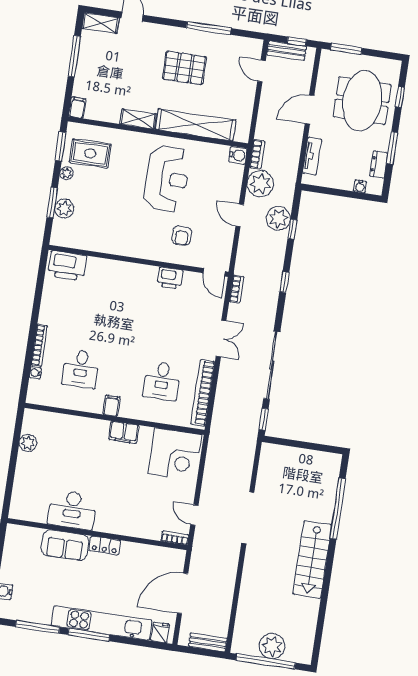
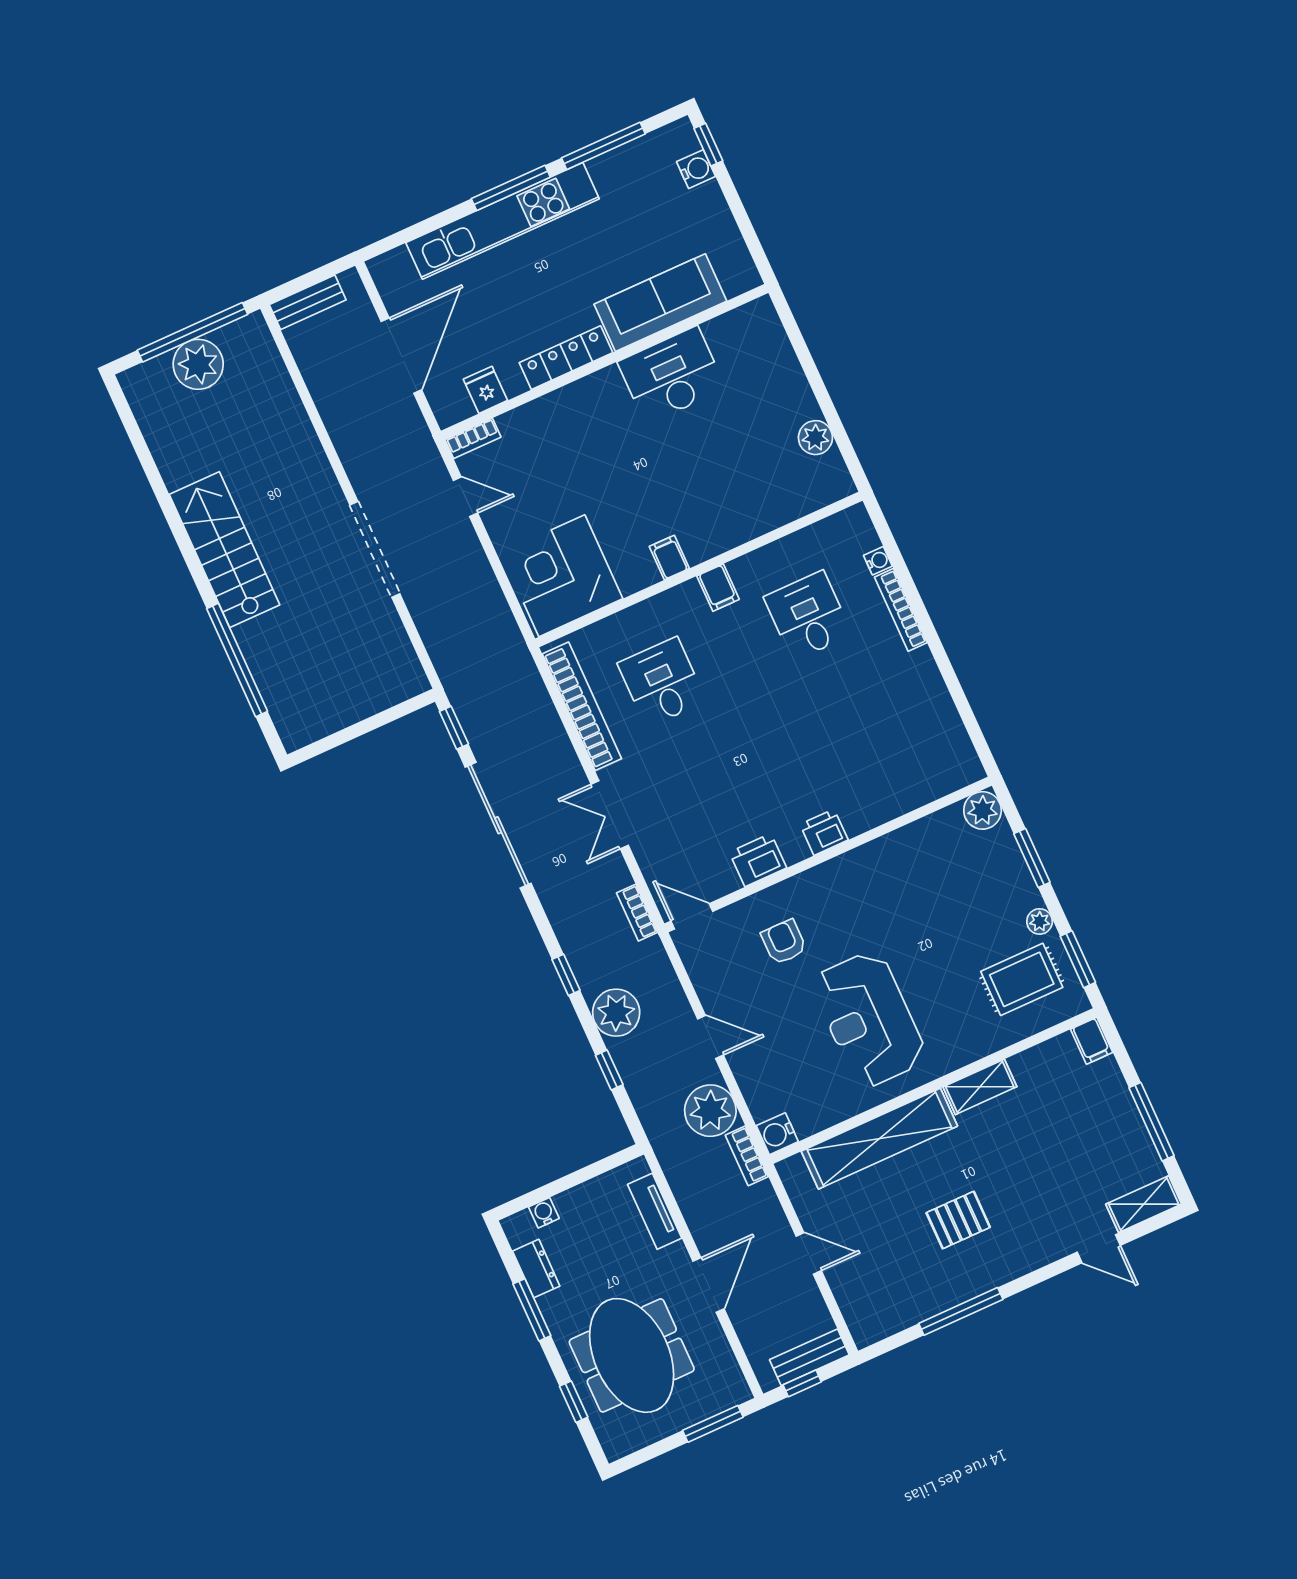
pallet: (184, 68) -> (958, 1220), width x0.67, depth x0.71
door: (261, 71) -> (809, 1253), moved
plant: (64, 209) -> (983, 810), moved
plant: (278, 218) -> (616, 1013), moved
printer: (67, 266) -> (824, 832), moved, width x0.53, depth x0.68
filing cabinet: (124, 432) -> (669, 557), width x0.50
sofa: (65, 545) -> (660, 303), width x1.36
locker: (105, 545) -> (566, 358), width x1.53
fridge: (160, 632) -> (485, 390), moved, turned 180

